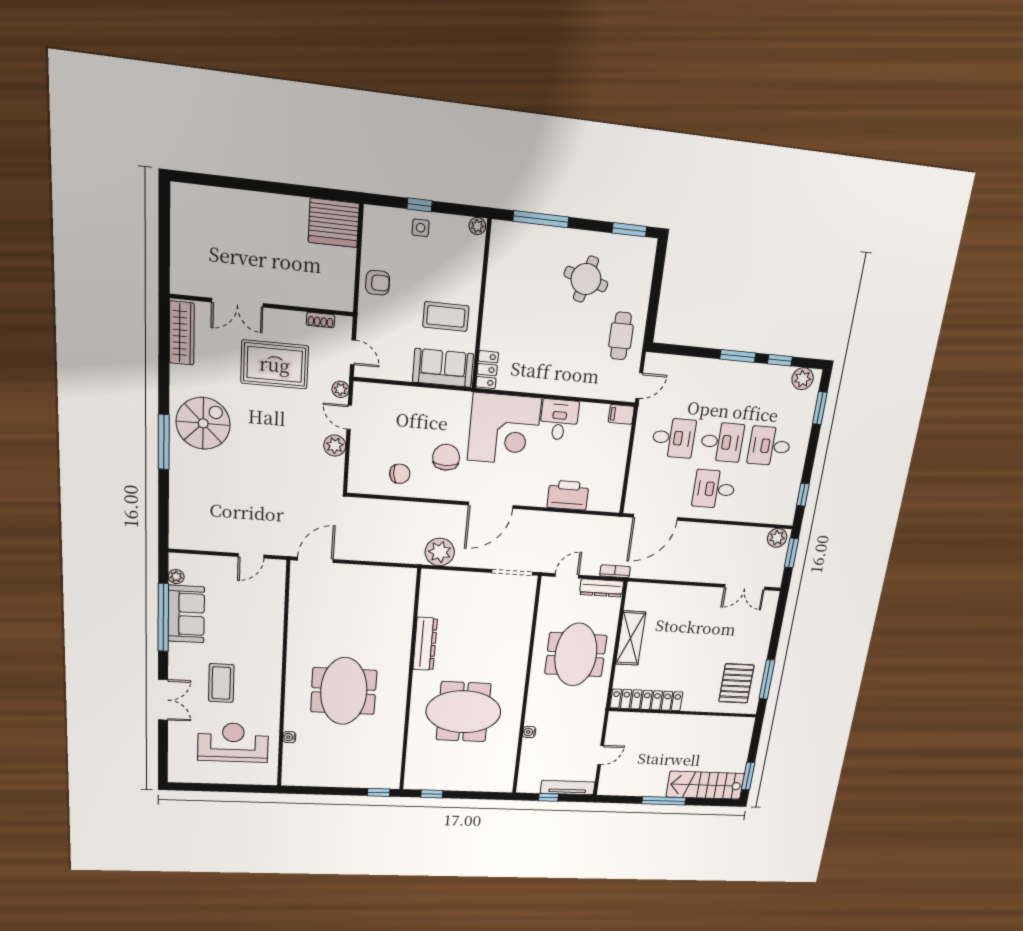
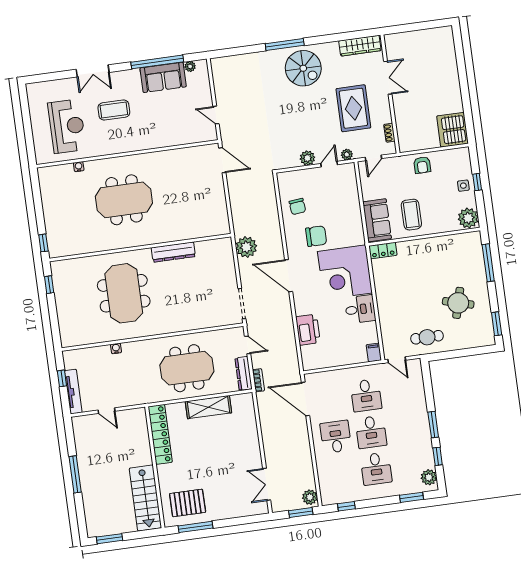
plant: (477, 226) -> (468, 218), width x1.88, depth x1.88
double door: (237, 303) -> (388, 78), swing flipped
desk: (770, 446) -> (376, 469), turned 180
stairs: (705, 785) -> (145, 498), moved, turned 180

